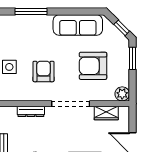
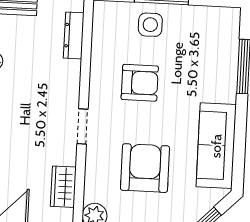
doorway: (71, 104) -> (82, 126), width x0.53
dresser: (31, 111) -> (74, 35), moved

